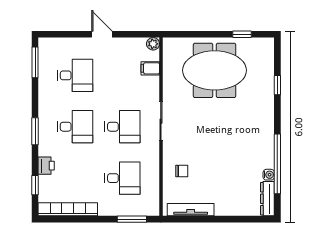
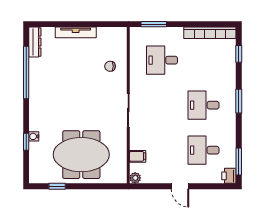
desk: (122, 127) -> (162, 105), removed
printer: (46, 166) -> (229, 176), moved
water cooler: (269, 175) -> (34, 136), moved
tv unit: (191, 210) -> (76, 32), moved

